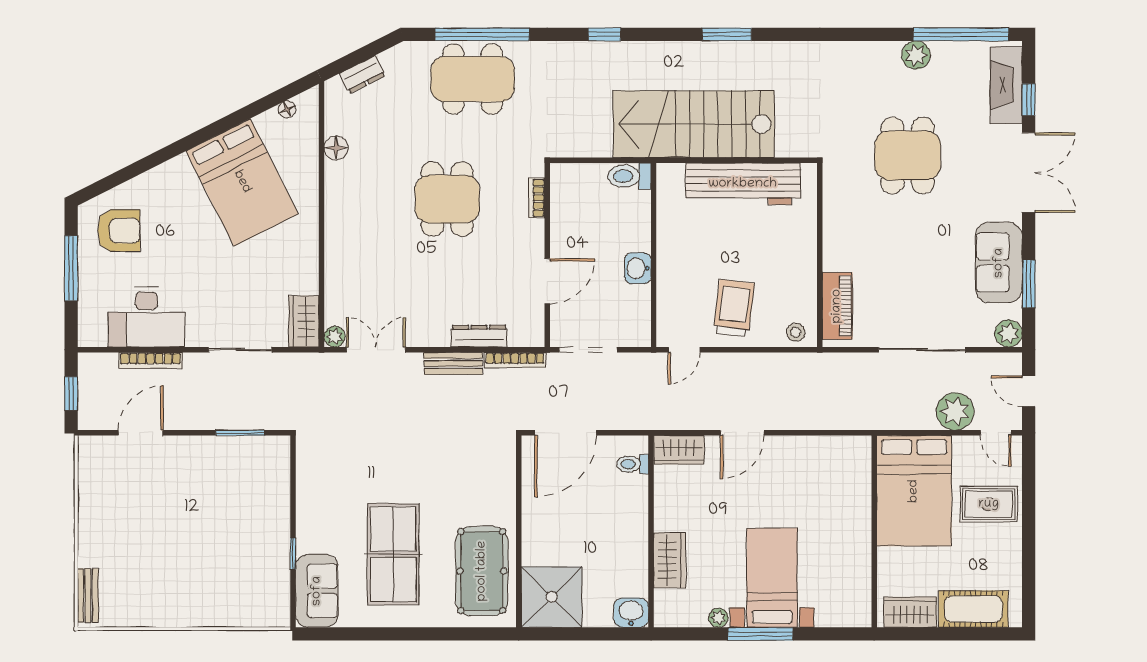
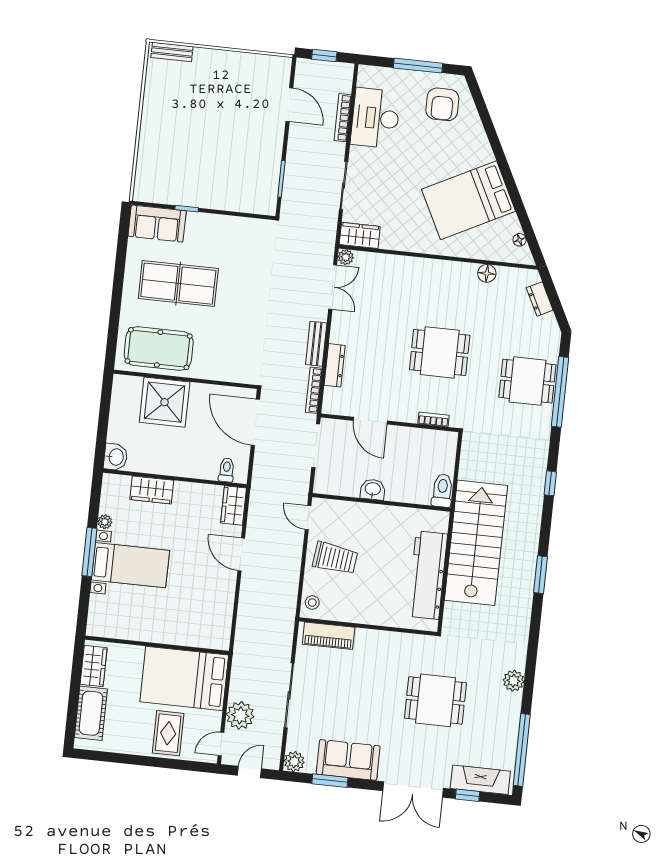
plant: (916, 55) -> (514, 681), moved
dining table: (473, 79) -> (527, 381), width x0.73
shower: (552, 597) -> (165, 402), moved

